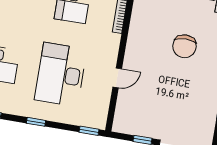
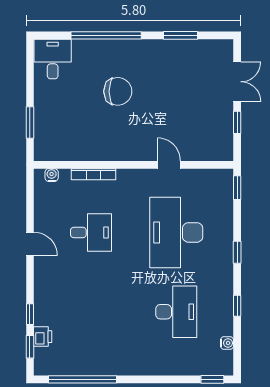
desk: (61, 75) -> (176, 232), turned 90

